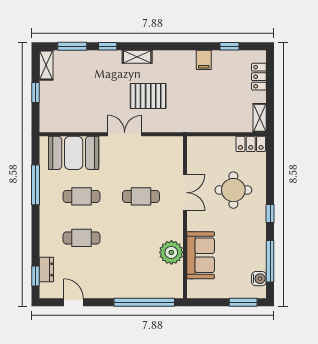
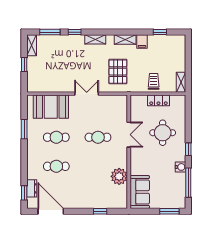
shelving: (180, 57) -> (125, 40), added
locker: (259, 77) -> (181, 53), removed
pallet: (148, 96) -> (118, 72), moved, turned 90
trolley: (220, 117) -> (154, 81), added
locker: (251, 144) -> (158, 100), moved
window: (35, 185) -> (24, 129), width x0.69
sofa: (201, 255) -> (140, 192), moved
water cooler: (259, 279) -> (180, 167), moved
door: (74, 302) -> (51, 211), width x1.88
window: (144, 302) -> (100, 211), width x0.32

